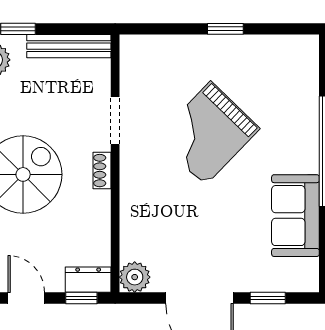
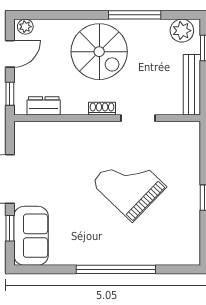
sofa: (295, 216) -> (31, 236), moved, turned 90
plant: (135, 277) -> (25, 132), removed
dresser: (88, 280) -> (44, 106), moved, turned -90

